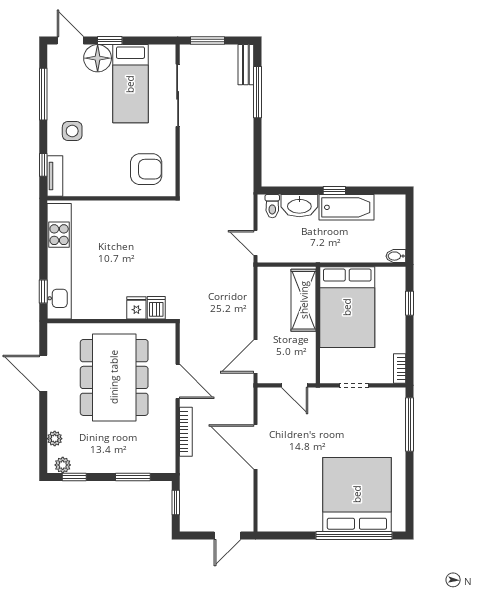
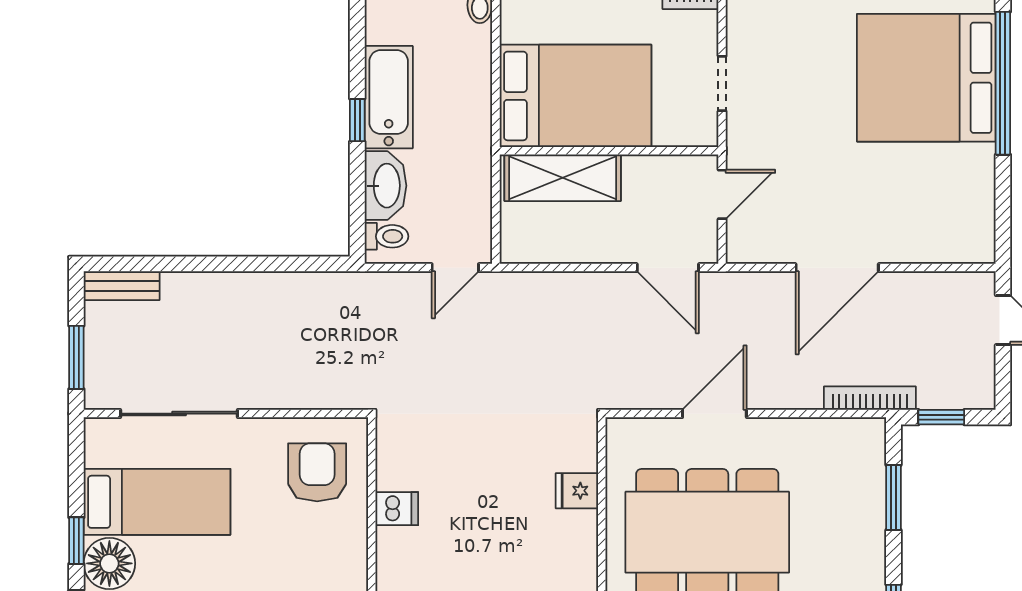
window: (257, 92) -> (173, 264), removed
dishwasher: (156, 308) -> (397, 509), moved, turned 180
bookcase: (186, 432) -> (870, 398), moved

